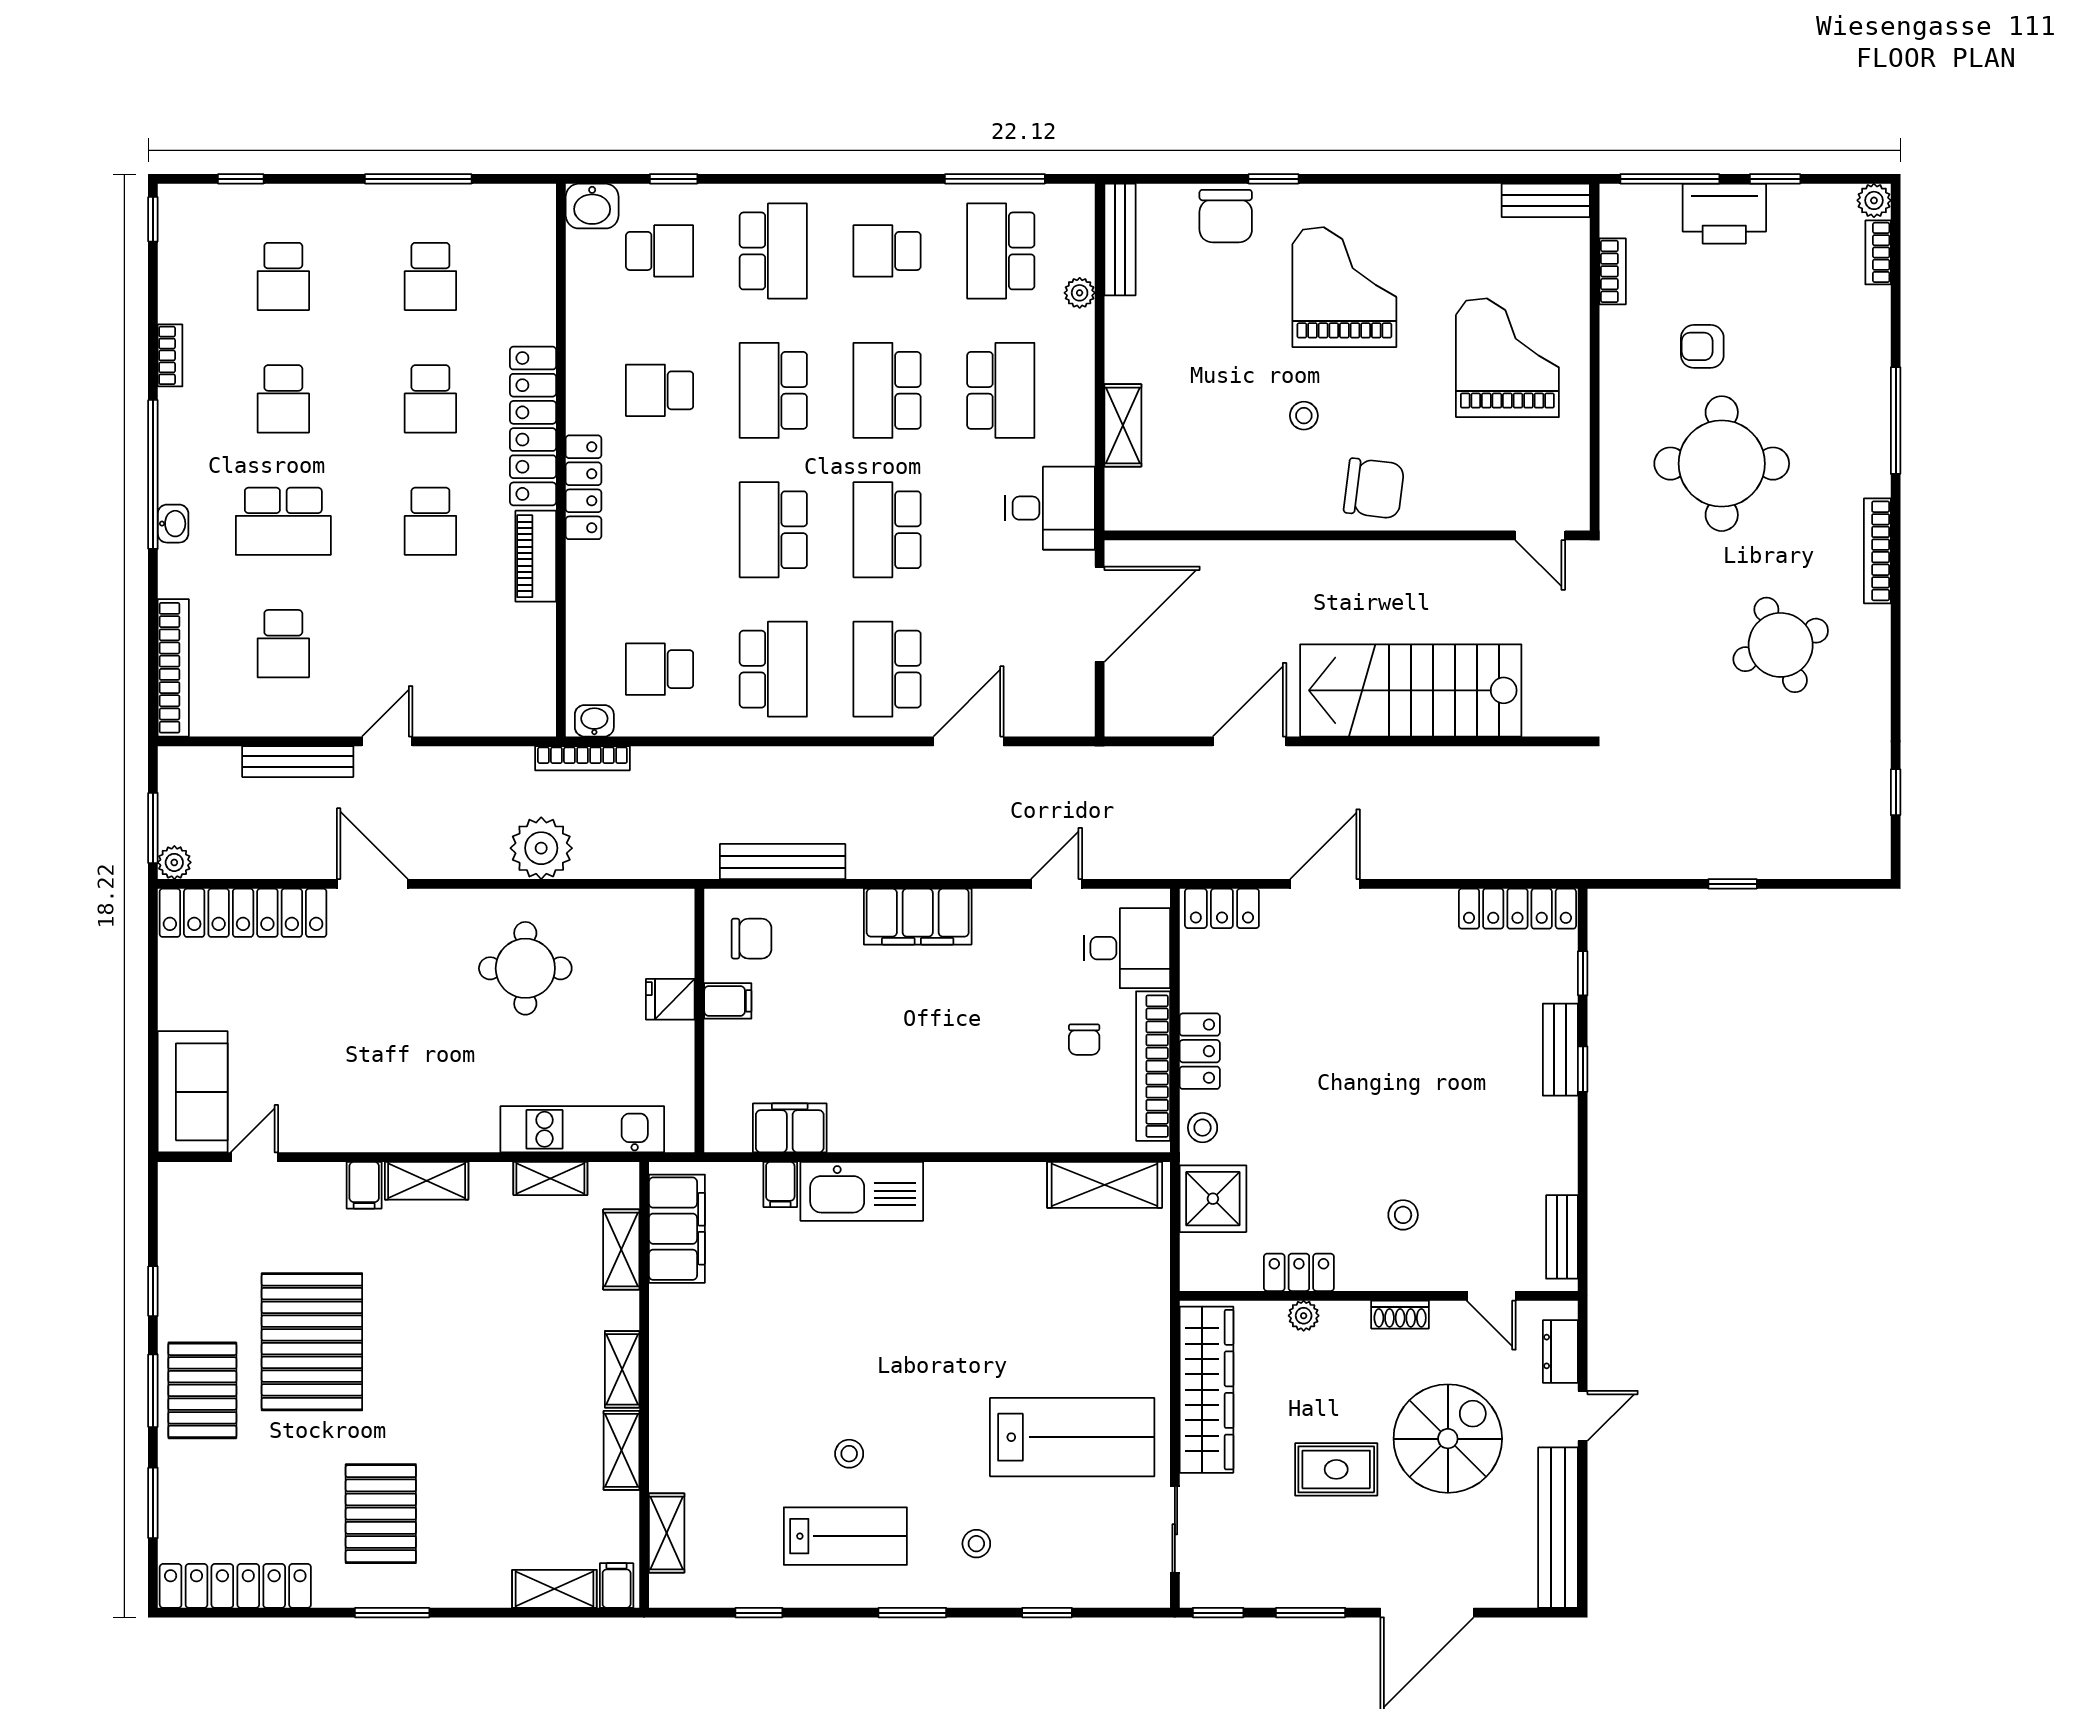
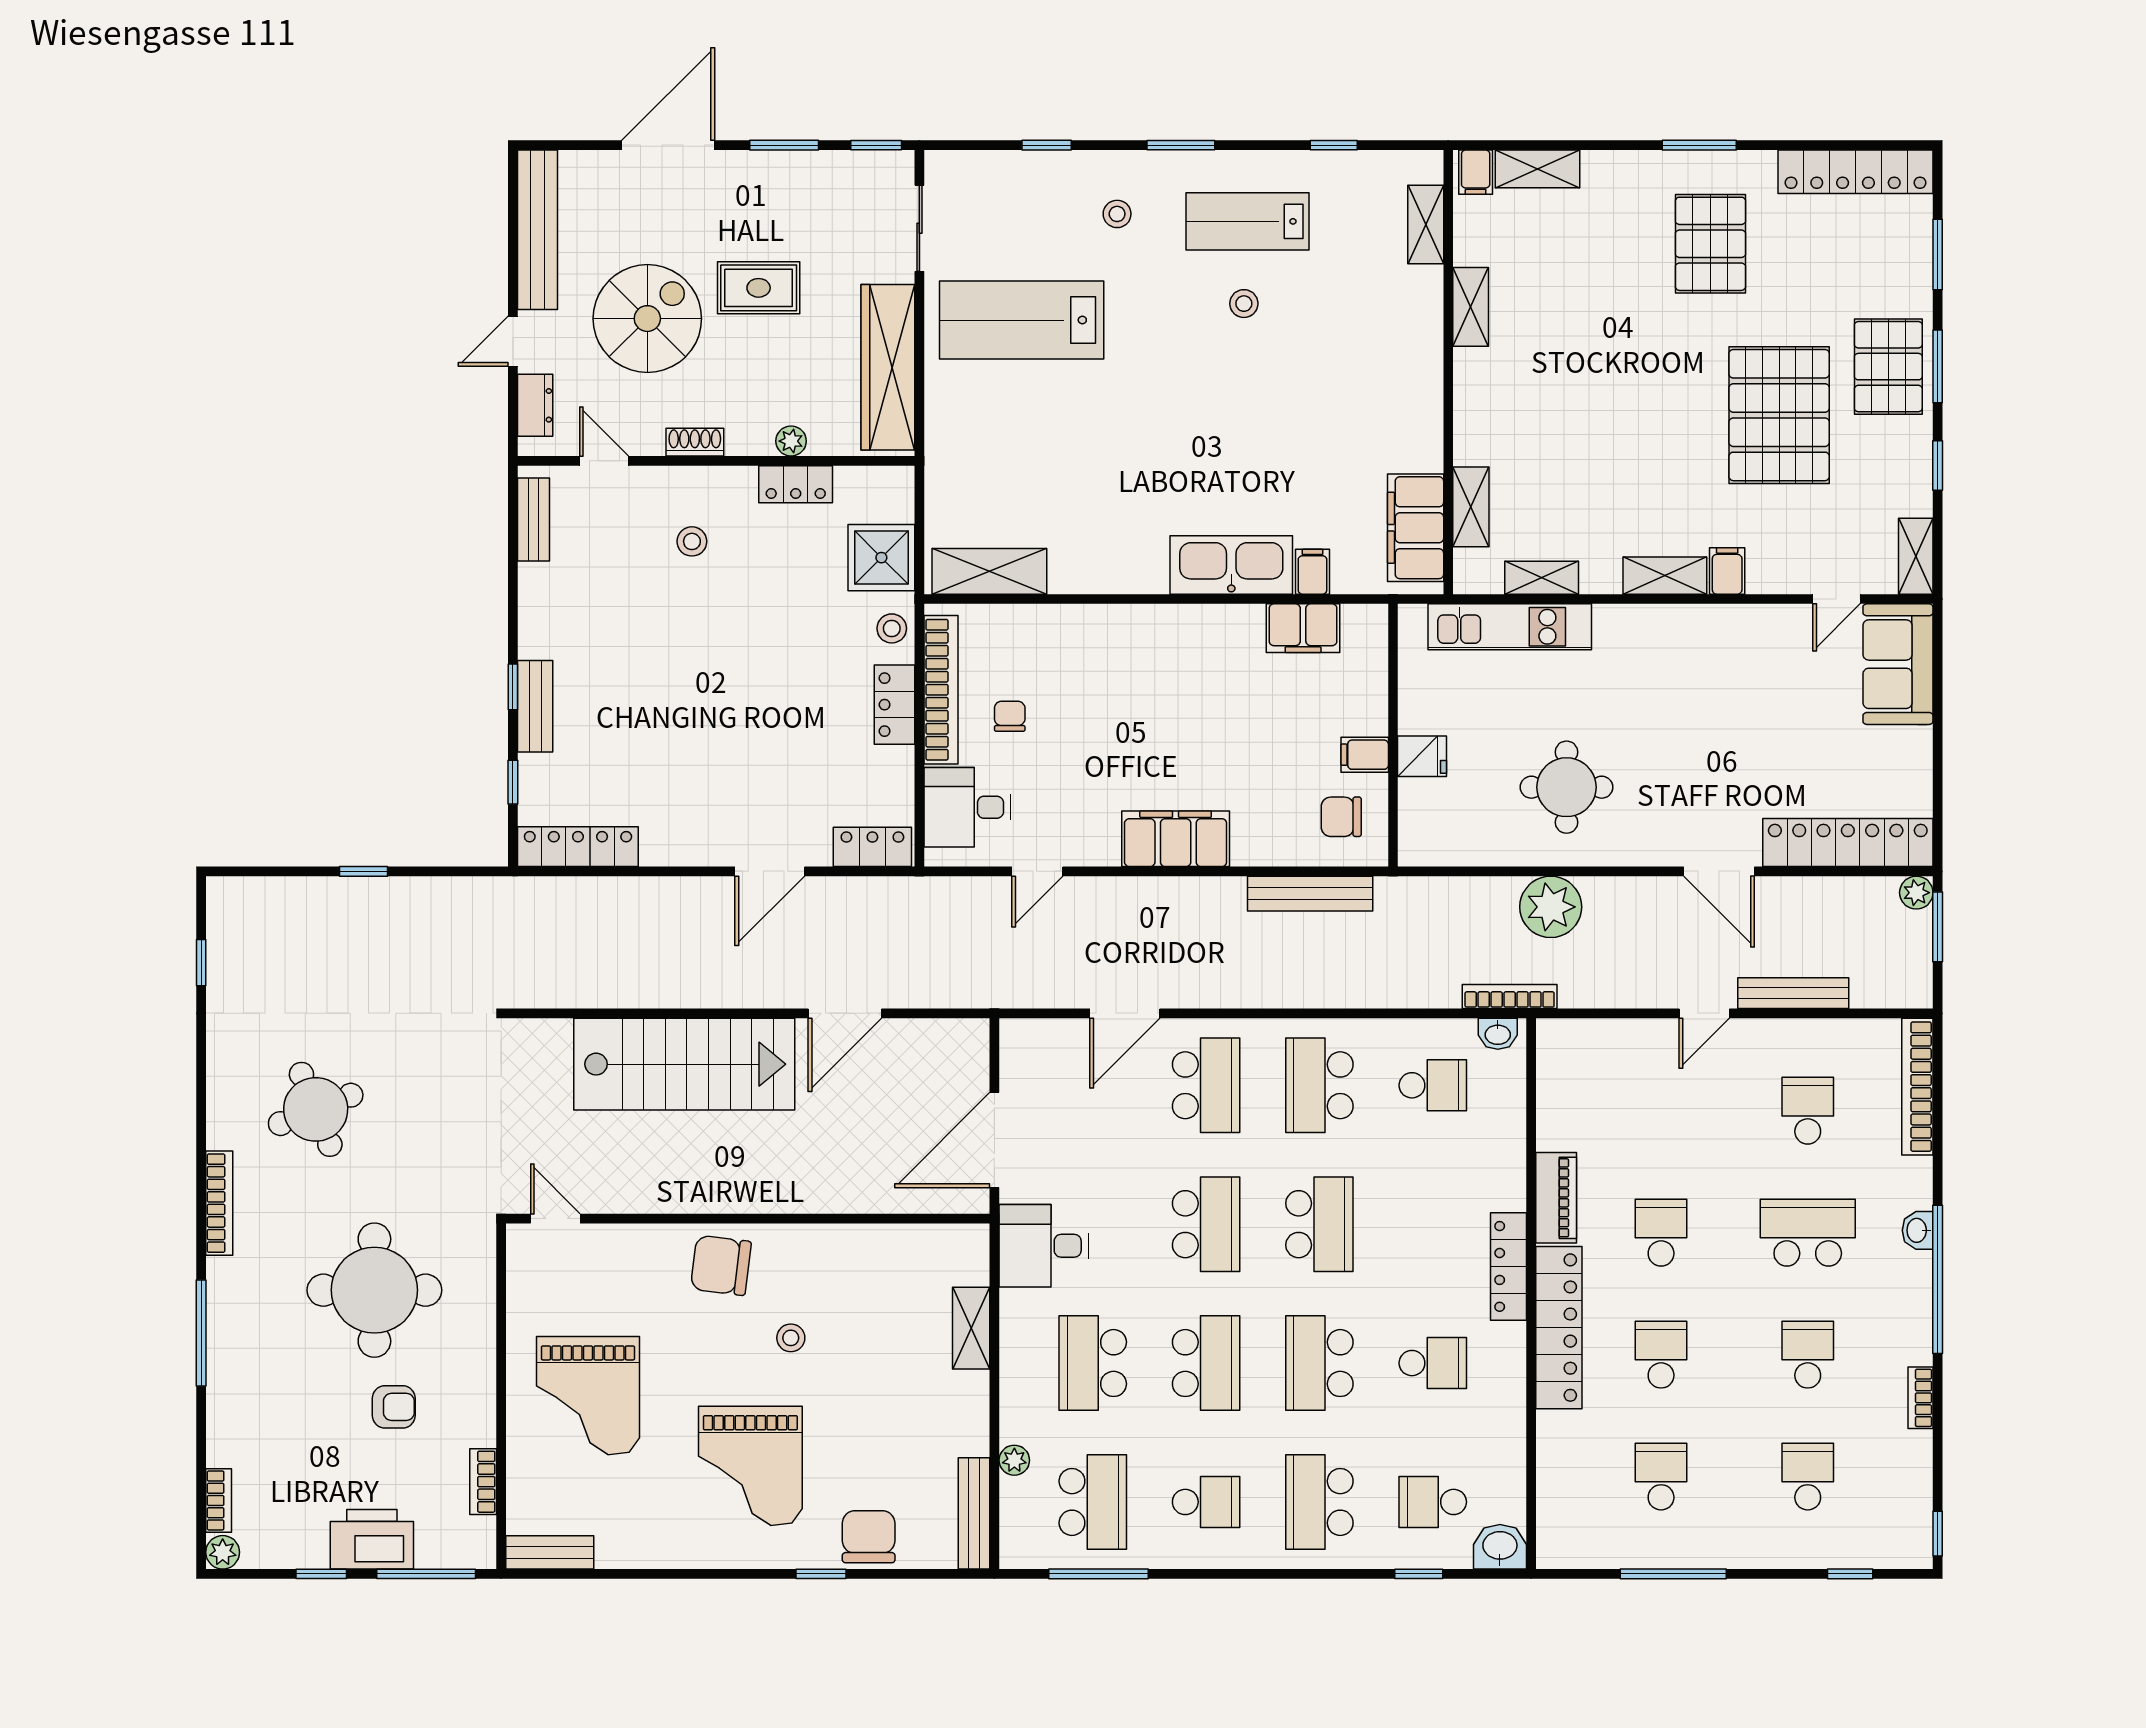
school desk: (773, 390) -> (1319, 1363), turned 180
shelving: (622, 1369) -> (1916, 556), moved
spiral stairs: (1448, 1439) -> (647, 319), turned 180

